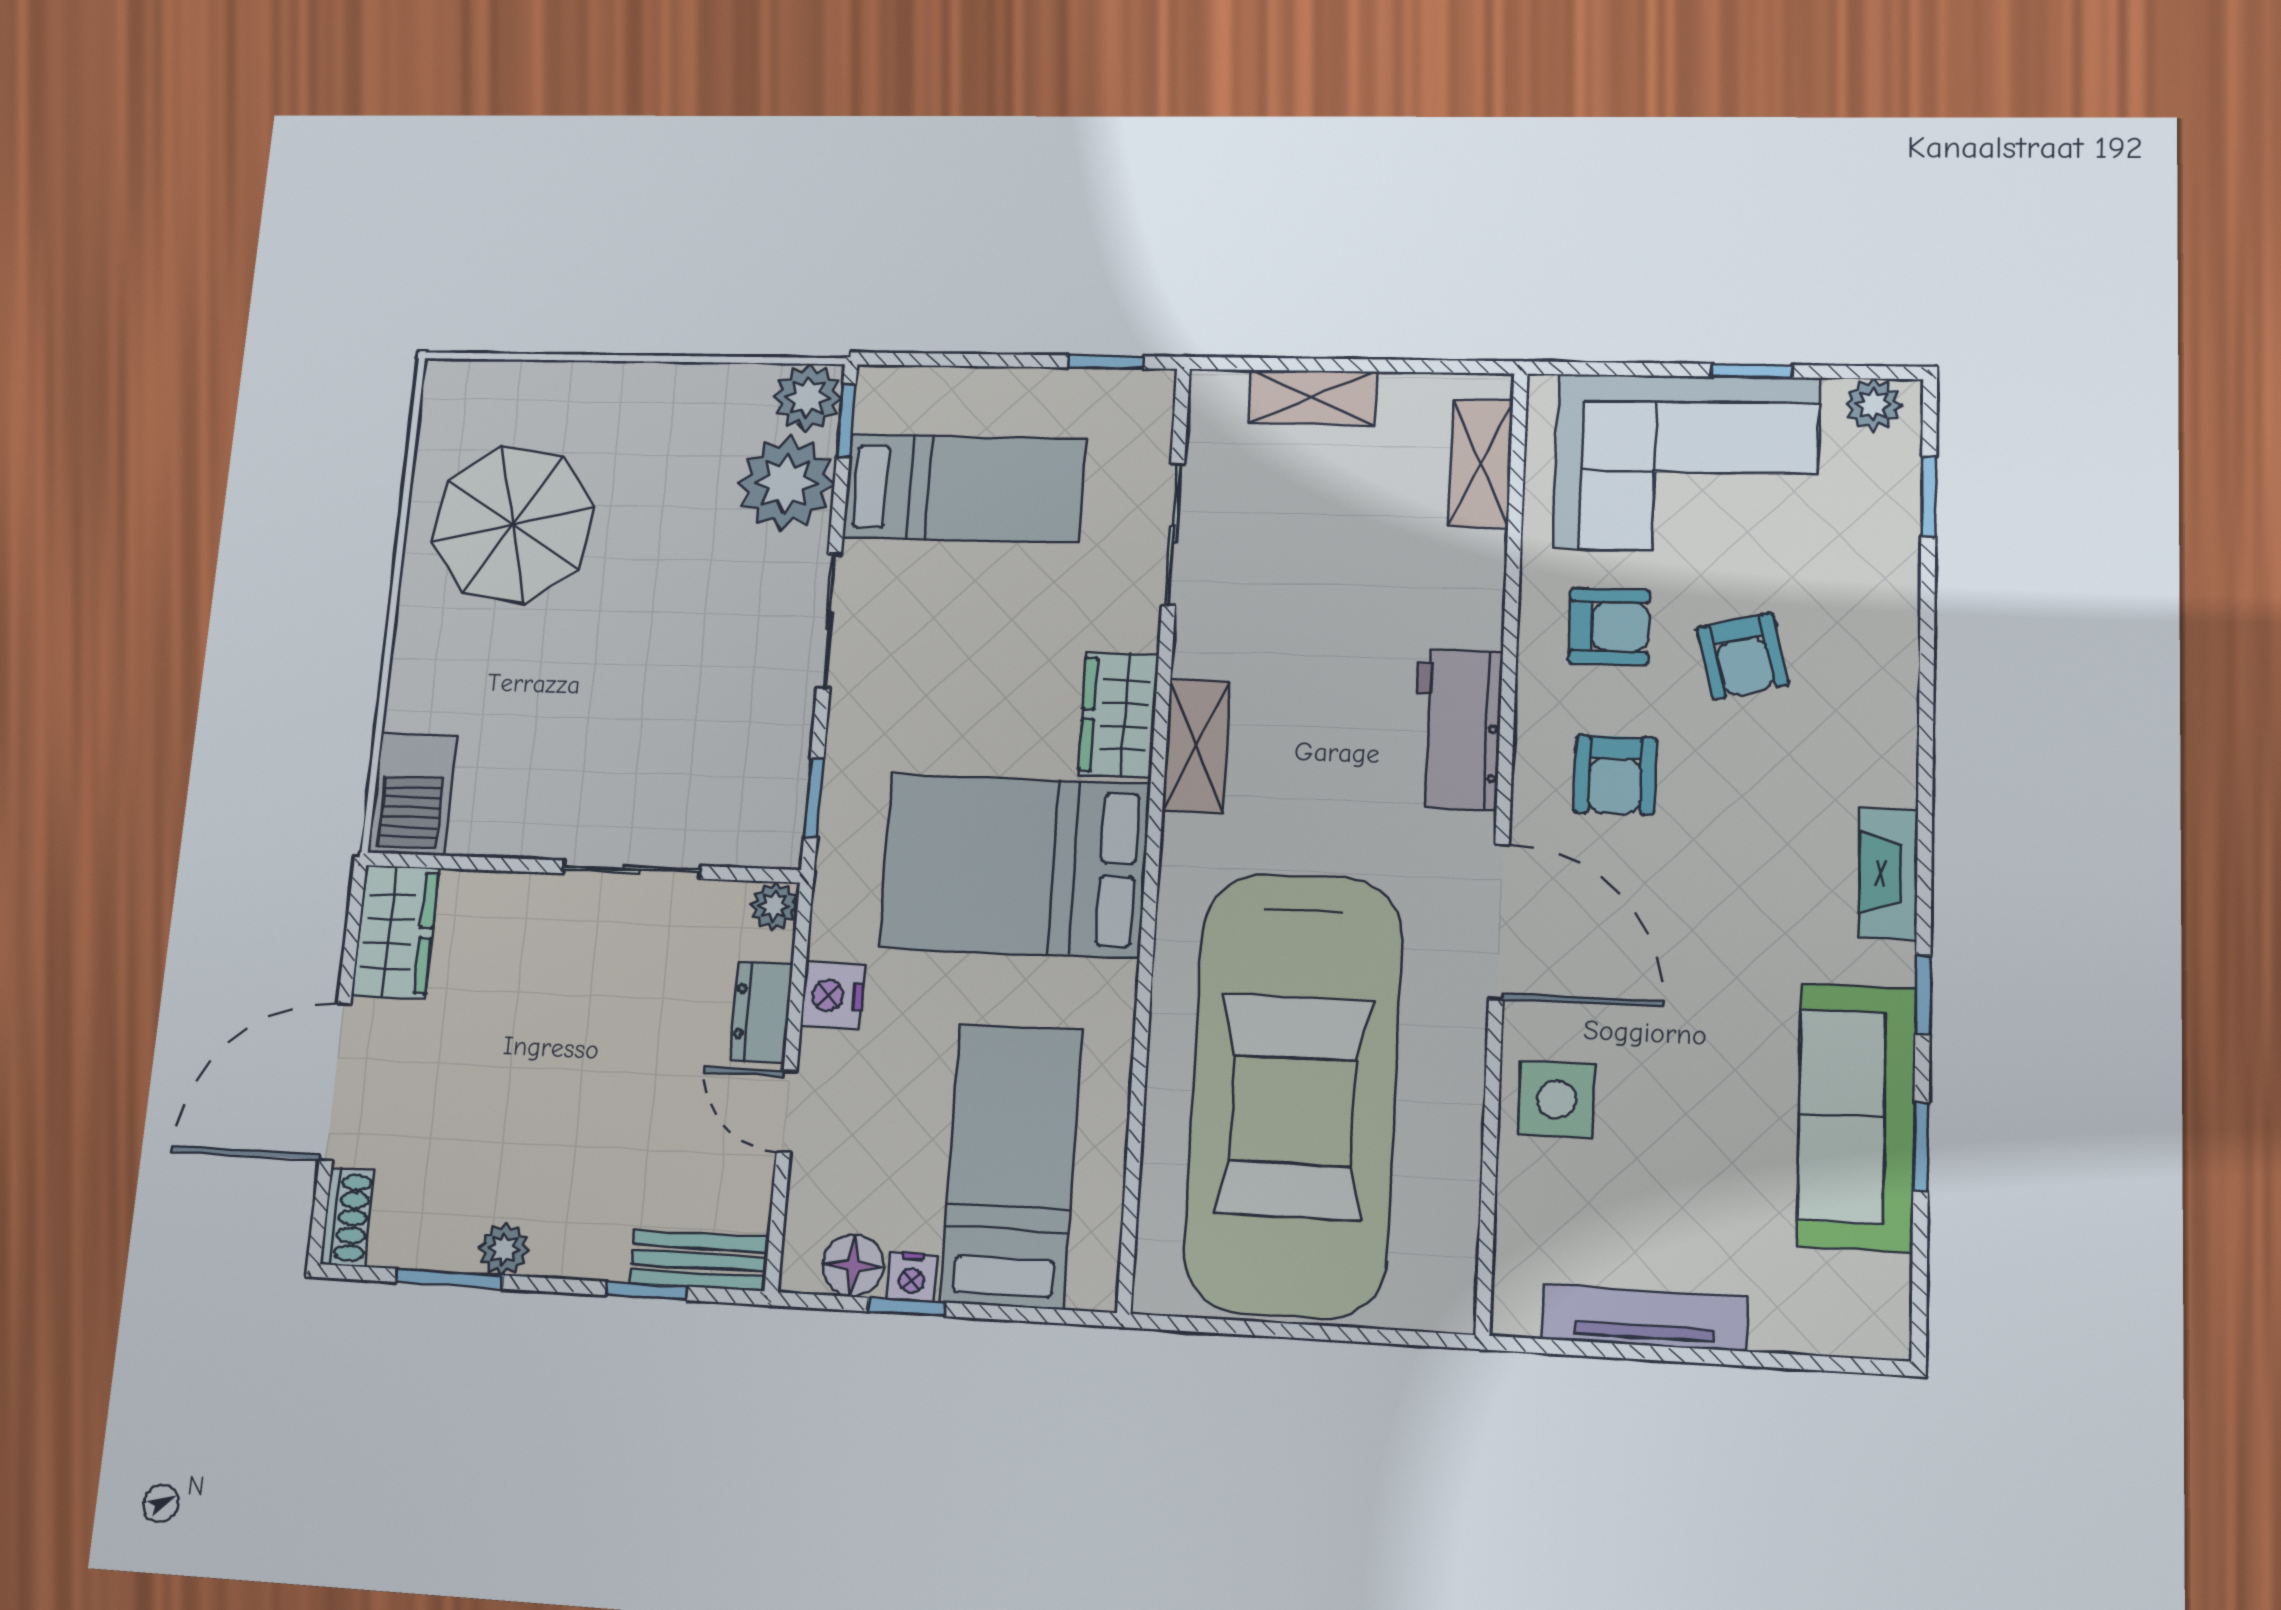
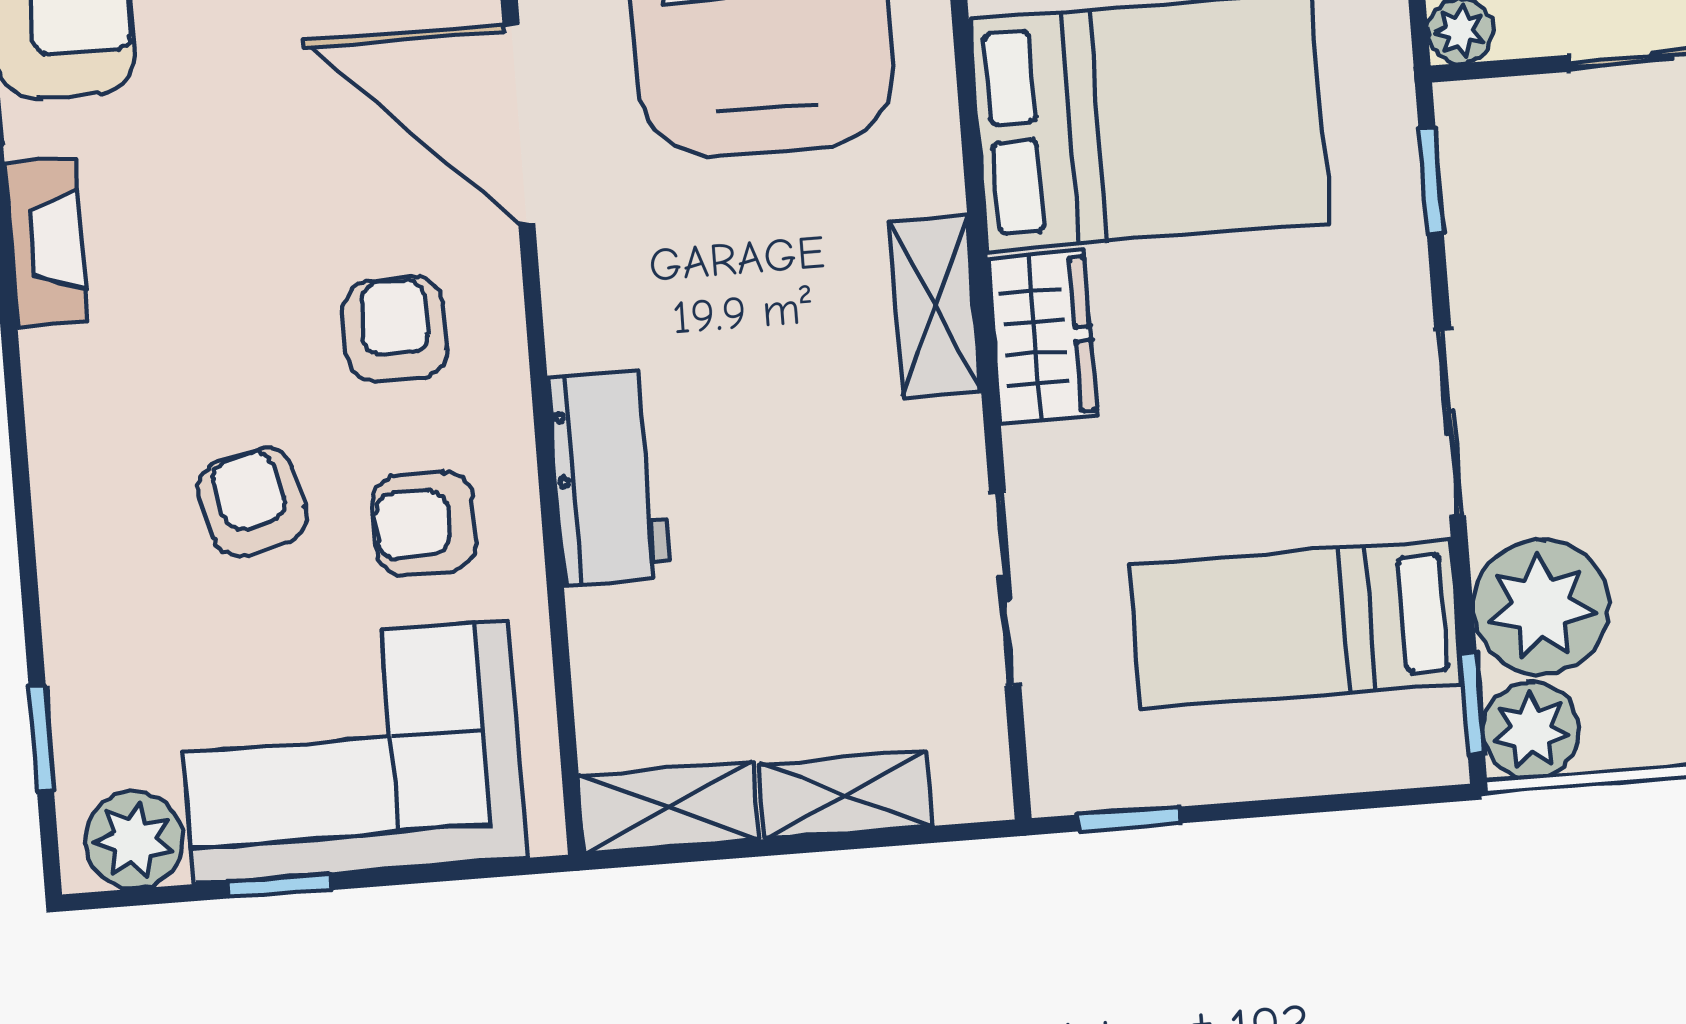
plant: (1873, 405) -> (134, 840), width x1.38, depth x1.38
shelving: (1481, 463) -> (668, 808), moved, turned 90
workbench: (1458, 729) -> (610, 478), moved

